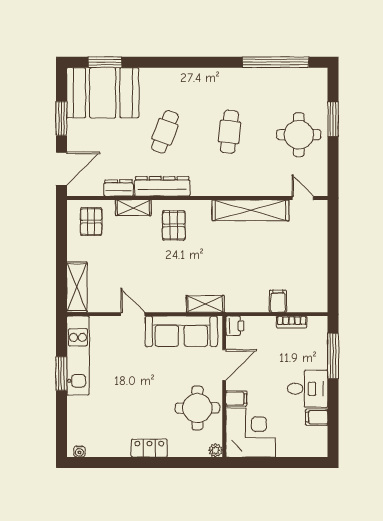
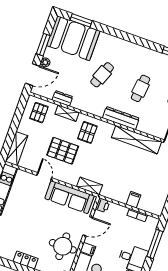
plant: (74, 144) -> (45, 62), added
dresser: (162, 186) -> (121, 118), moved
pallet: (147, 266) -> (63, 151), added

